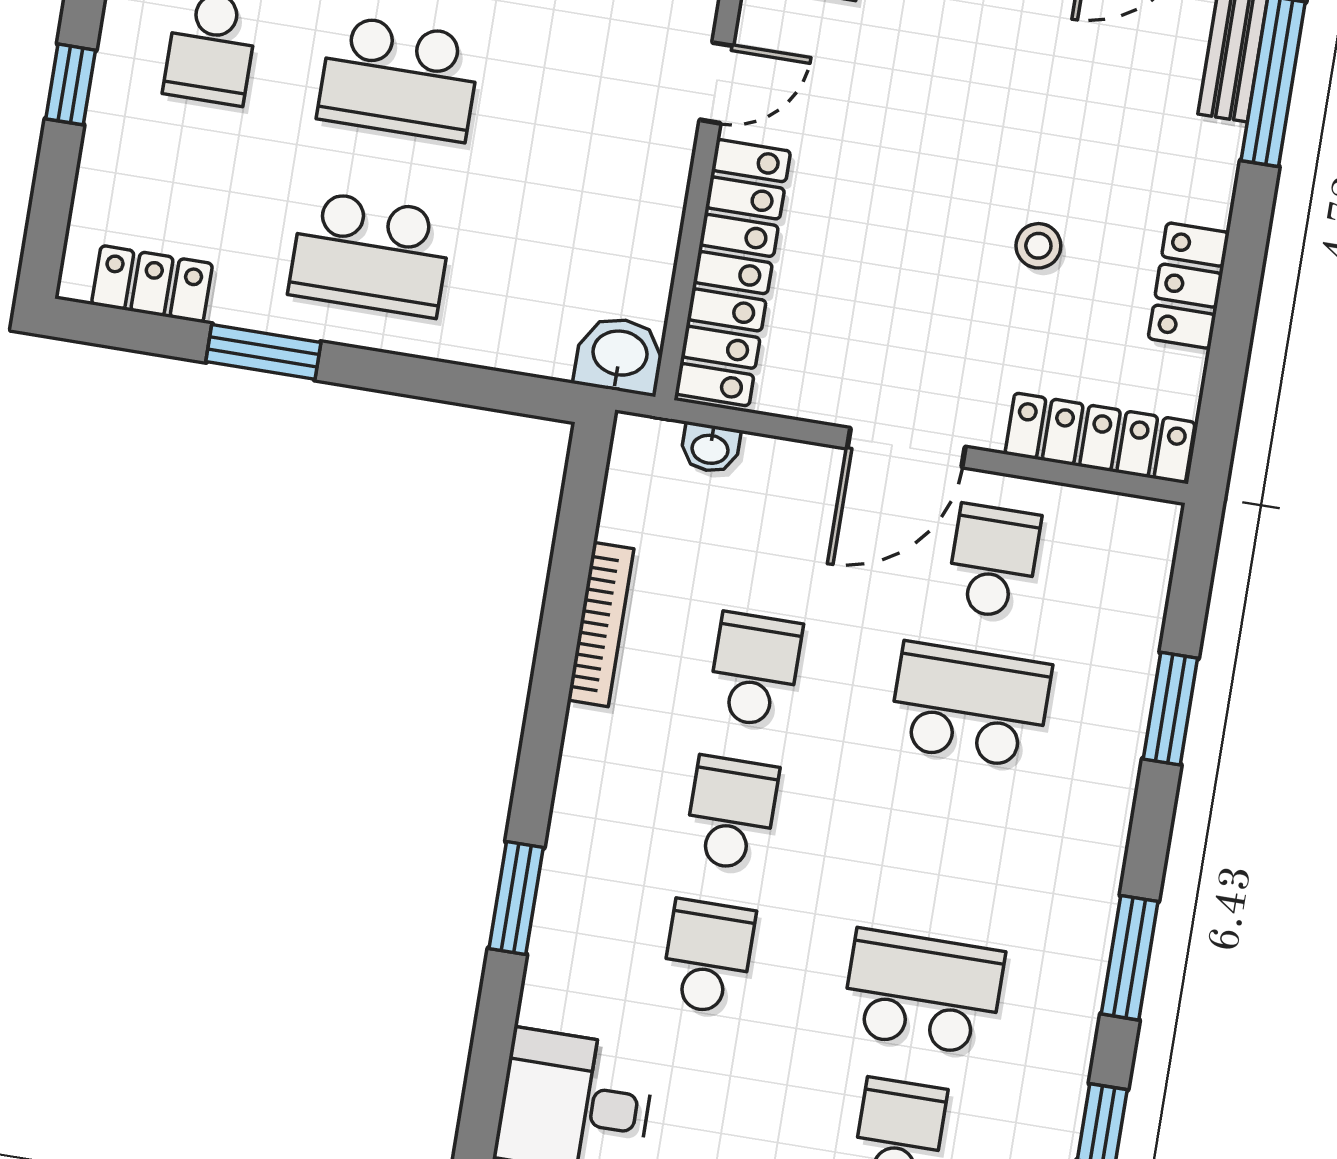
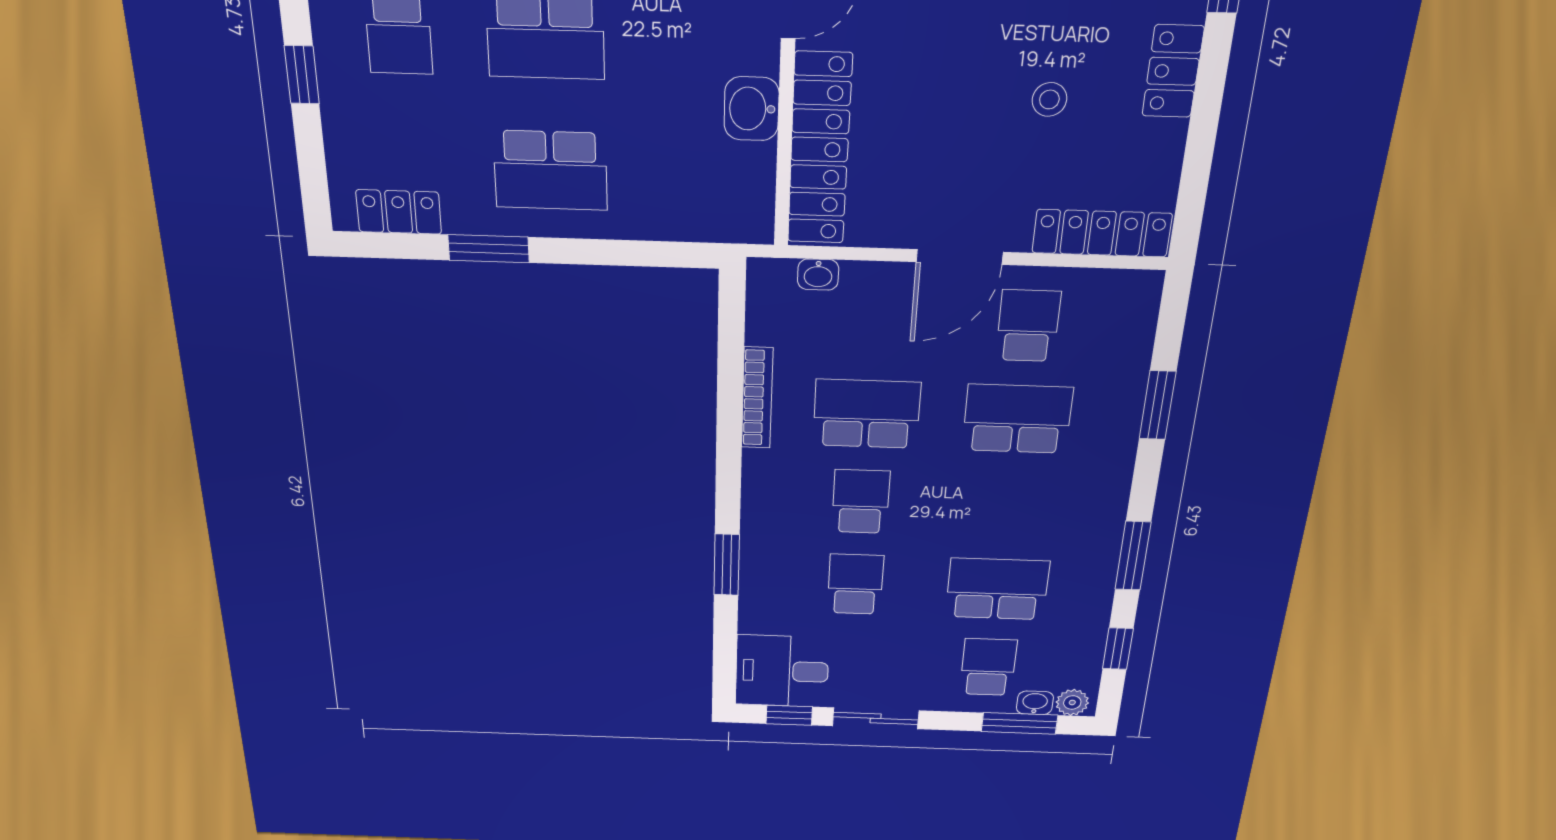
locker: (1189, 286) -> (1173, 71), moved
washbasin: (620, 355) -> (752, 109), moved, turned -90
school desk: (755, 670) -> (867, 414), width x1.85

